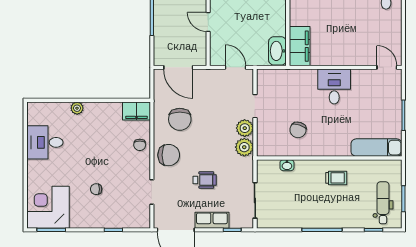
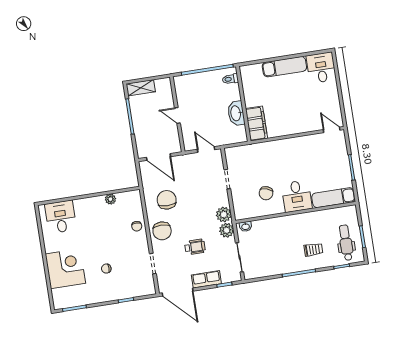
washbasin: (277, 51) -> (236, 113), moved
desk: (334, 87) -> (297, 196), moved, turned 180
plant: (77, 108) -> (110, 199), moved
filing cabinet: (136, 111) -> (130, 199), removed
chair: (180, 119) -> (167, 200), turned 180
plant: (245, 128) -> (227, 230), moved
desk: (45, 142) -> (61, 217), moved, turned 90
chair: (169, 155) -> (162, 231), turned 90
washbasin: (287, 165) -> (246, 226), moved
trolley: (336, 178) -> (313, 250), moved
corner desk: (48, 207) -> (65, 269), moved, turned 90

